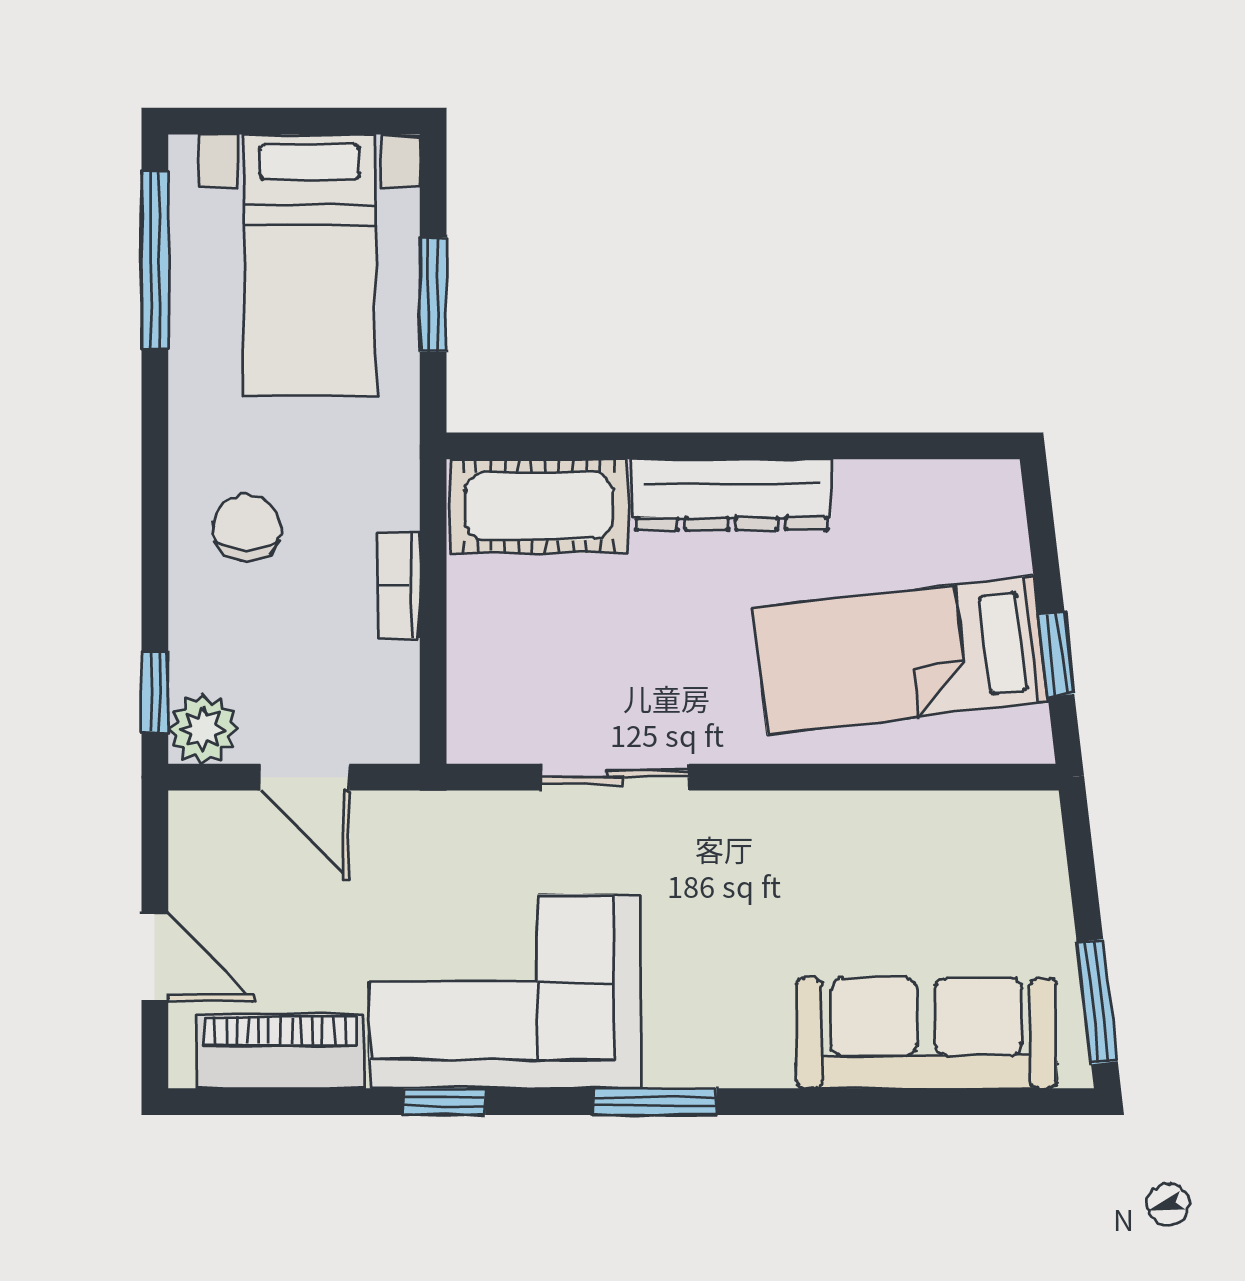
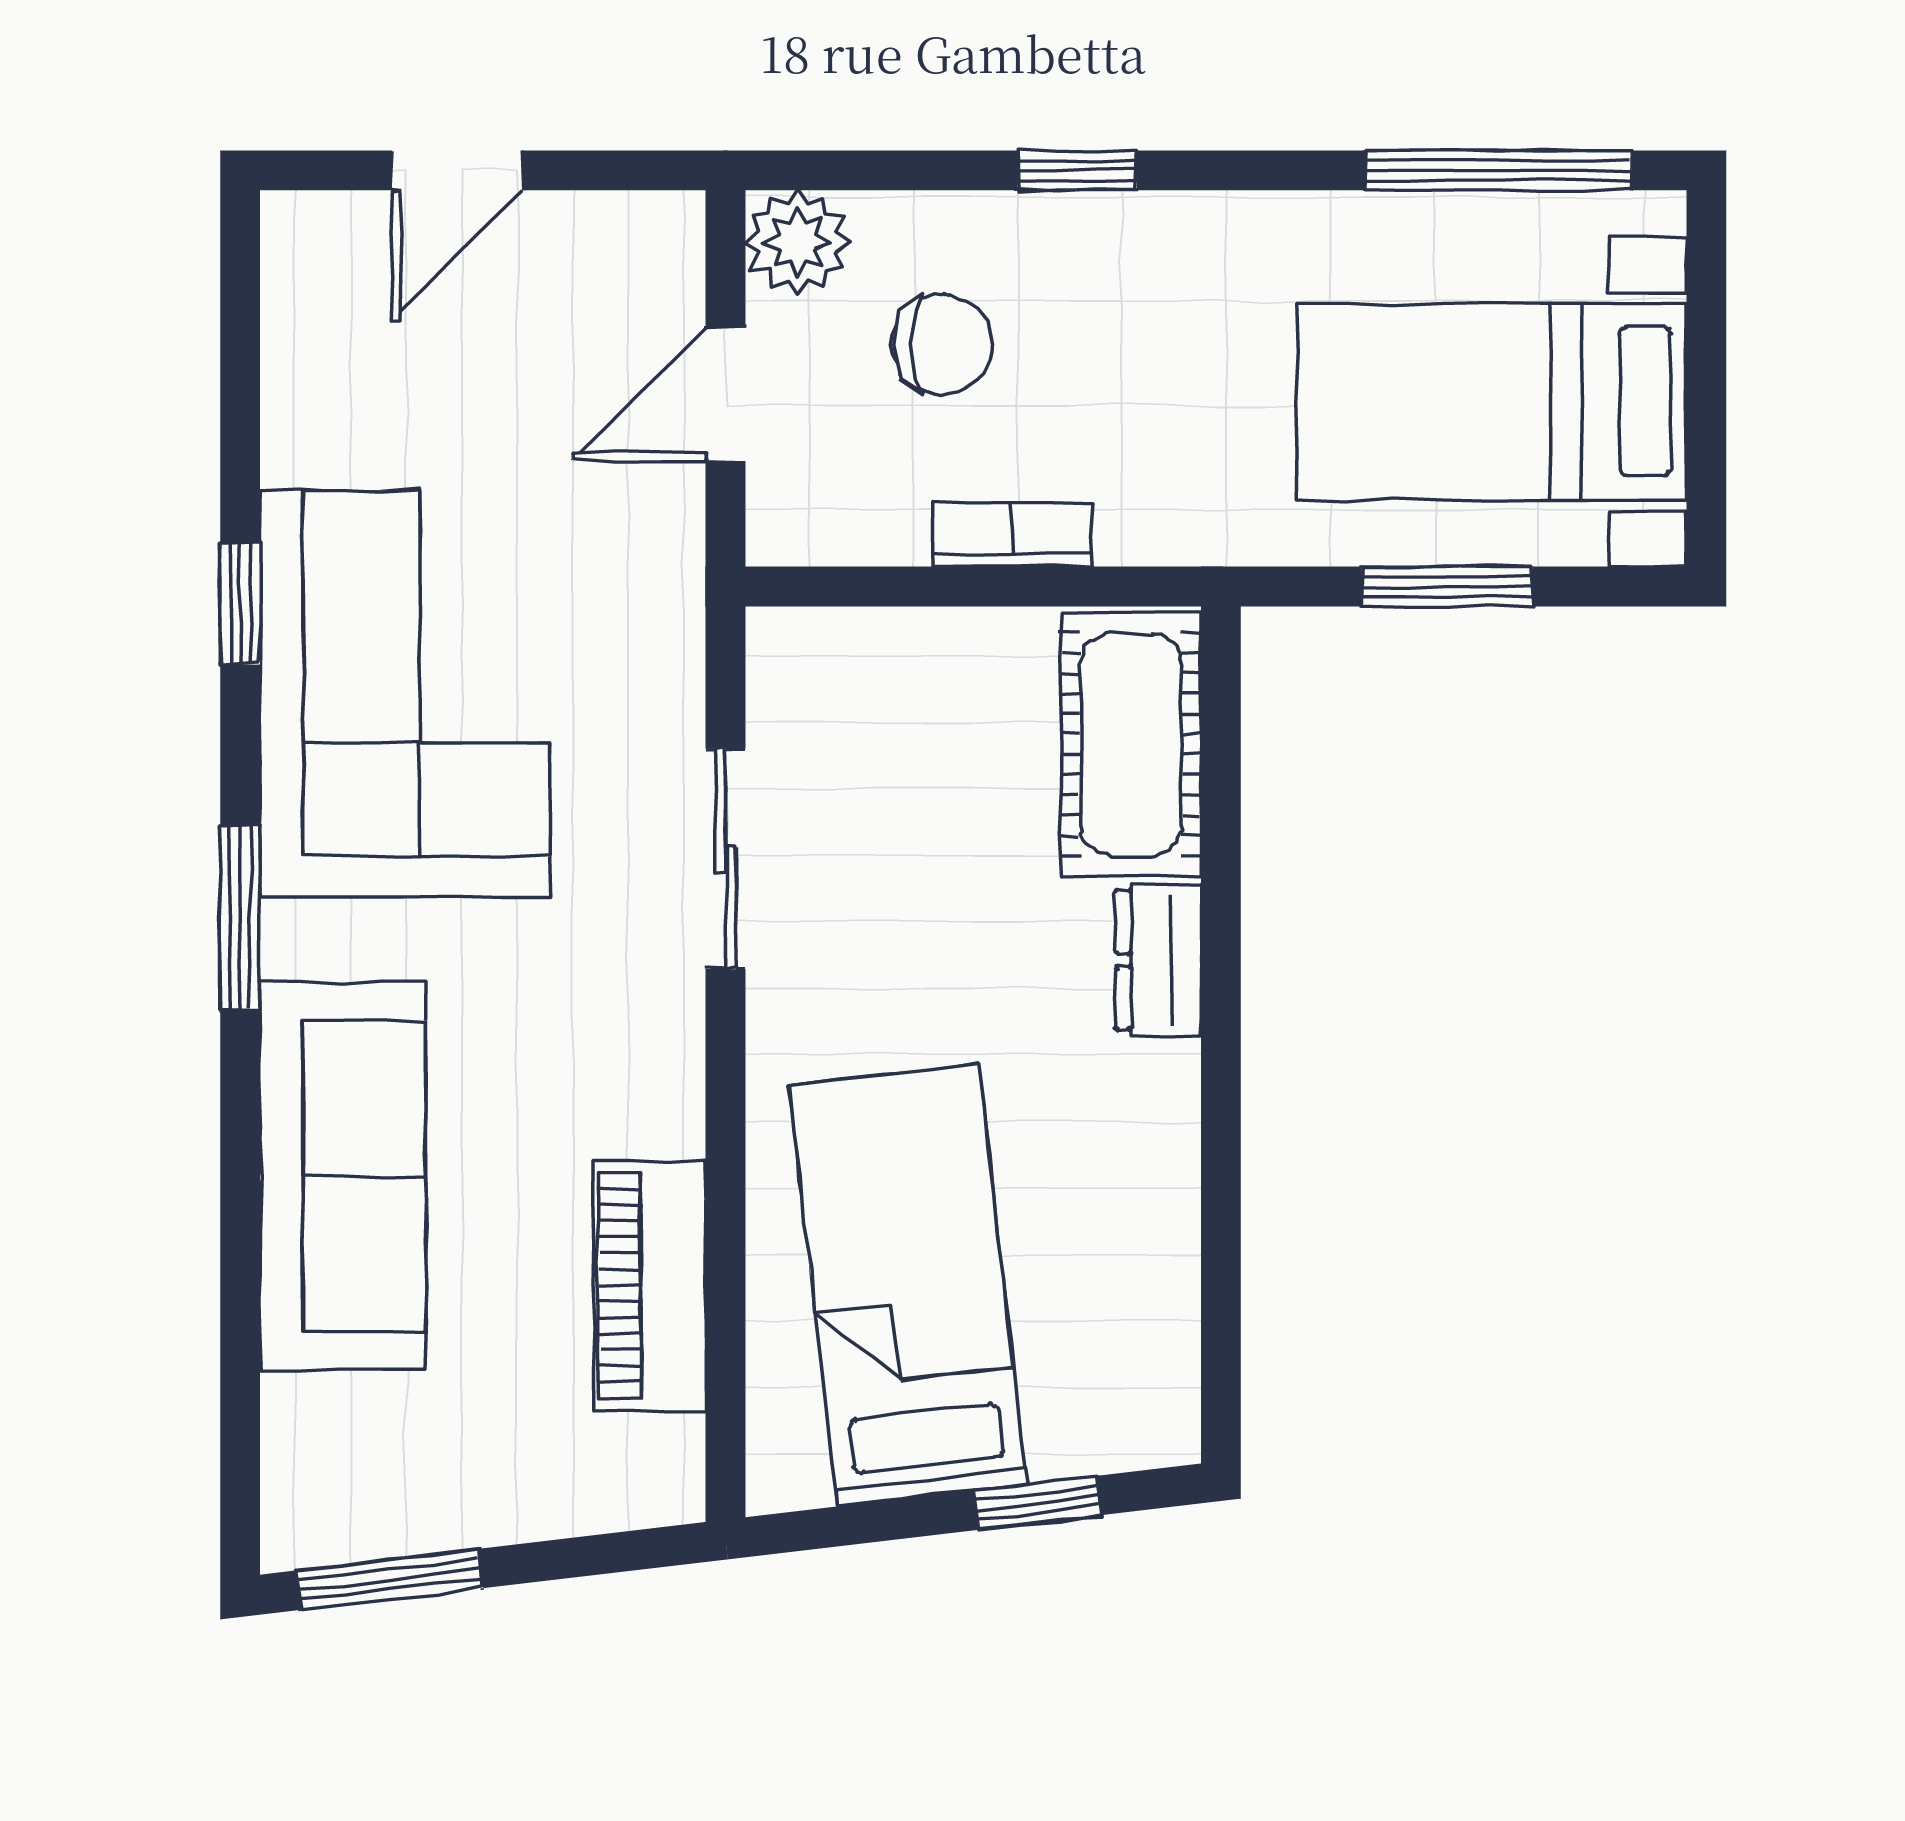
dresser: (732, 495) -> (1158, 960), width x0.51, depth x0.80
chair: (247, 528) -> (942, 345), moved
window: (1056, 654) -> (1037, 1503), moved
window: (155, 693) -> (1077, 170), moved
sofa: (926, 1033) -> (343, 1176), moved
piano: (280, 1051) -> (650, 1286), moved, turned 180

